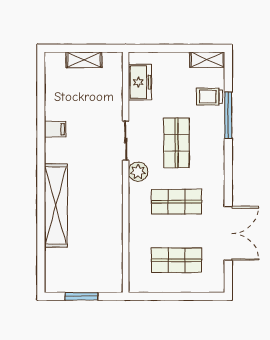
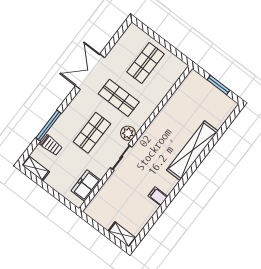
shelving: (84, 60) -> (122, 234), moved
double door: (228, 233) -> (90, 72), moved
shop shelf: (177, 260) -> (145, 63), turned 90

